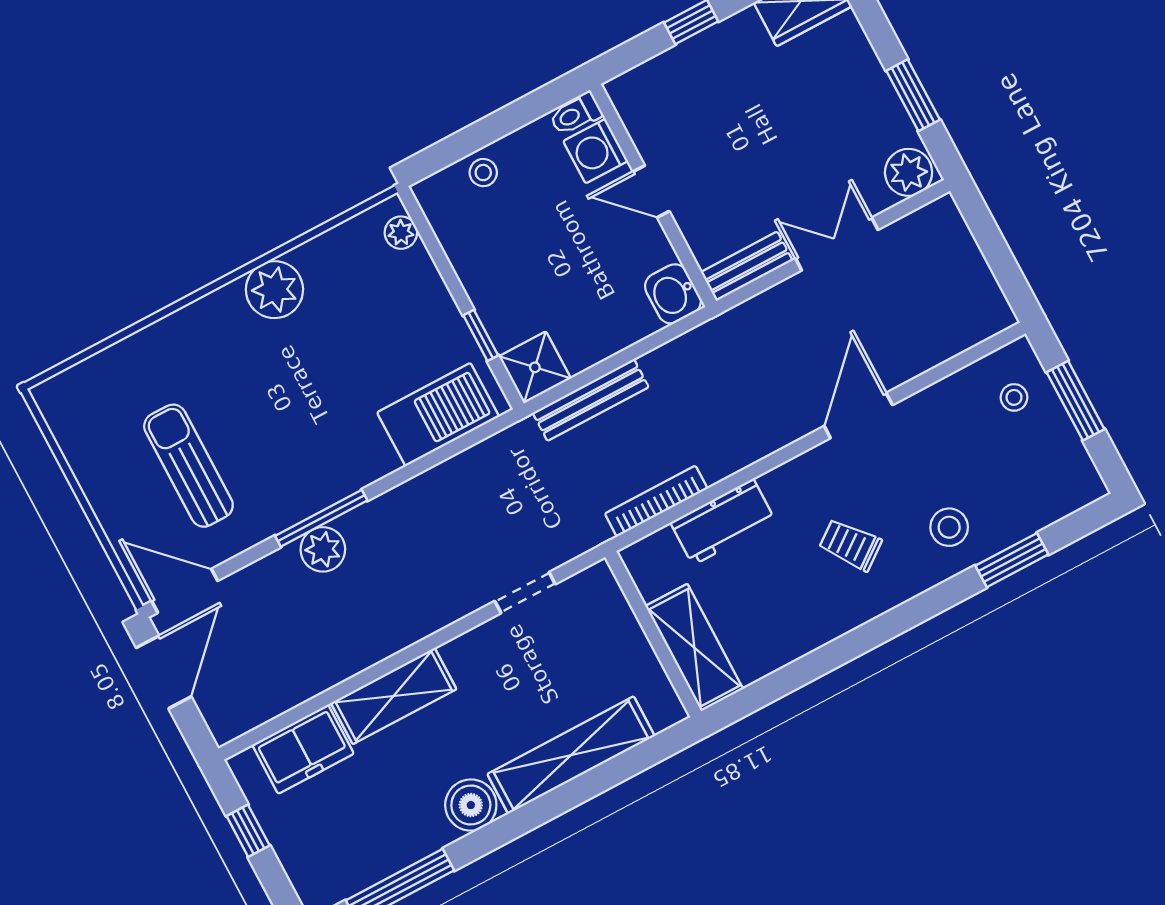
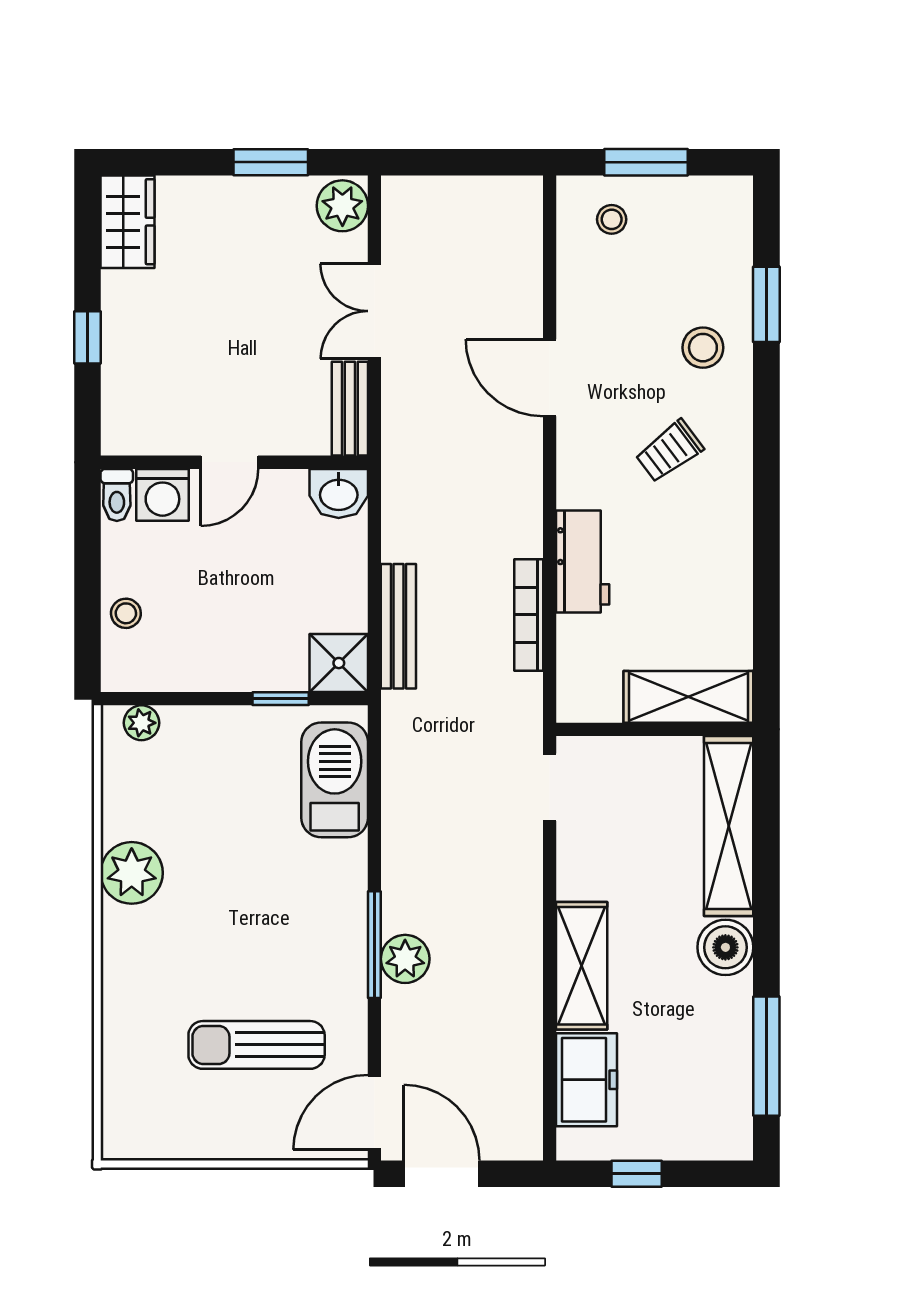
wall: (653, 634) -> (655, 729), moved
shelving: (694, 648) -> (688, 697), moved

